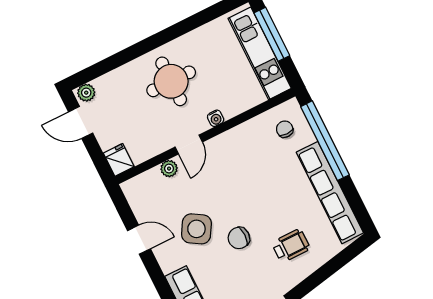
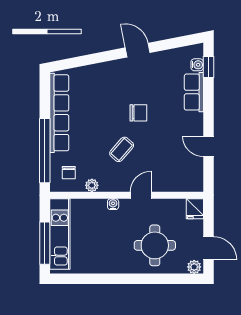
round table: (171, 81) -> (155, 245), moved
plant: (169, 169) -> (92, 185), moved
coffee table: (237, 186) -> (122, 149), added
side table: (196, 229) -> (165, 134), removed
wheelchair: (291, 246) -> (105, 89), removed

